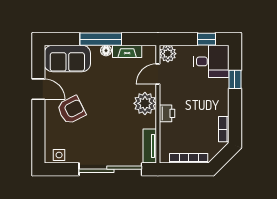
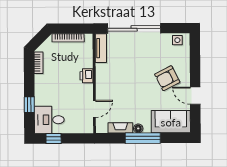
plant: (168, 54) -> (86, 126), removed
plant: (145, 103) -> (105, 84), removed

